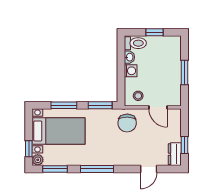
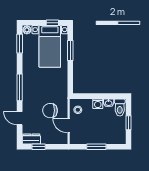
window: (100, 105) -> (70, 80), removed
door: (158, 107) -> (69, 126), hinge flipped
chair: (127, 123) -> (50, 111), moved
window: (29, 149) -> (52, 23), moved
window: (97, 169) -> (20, 87), moved

